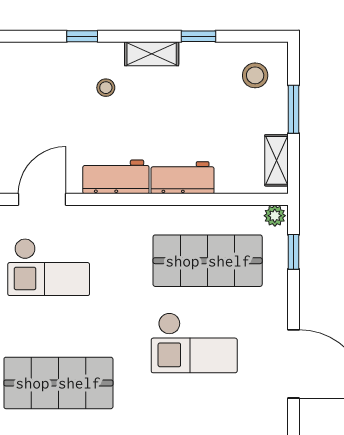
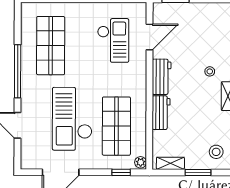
door: (42, 199) -> (150, 37), hinge flipped
checkout: (49, 267) -> (113, 40), turned 180
checkout: (194, 343) -> (72, 119), width x1.36, depth x1.21

